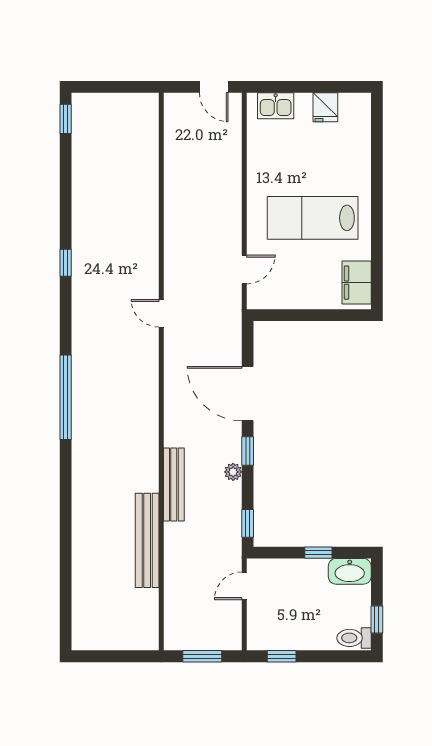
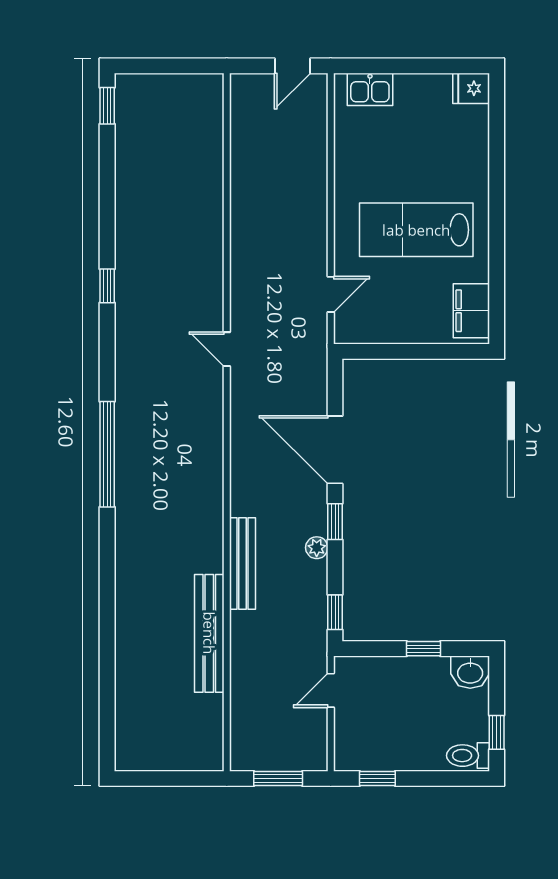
door: (214, 87) -> (292, 66), hinge flipped
fridge: (325, 107) -> (471, 88), moved, turned 90
washbasin: (350, 571) -> (470, 672), width x0.72

